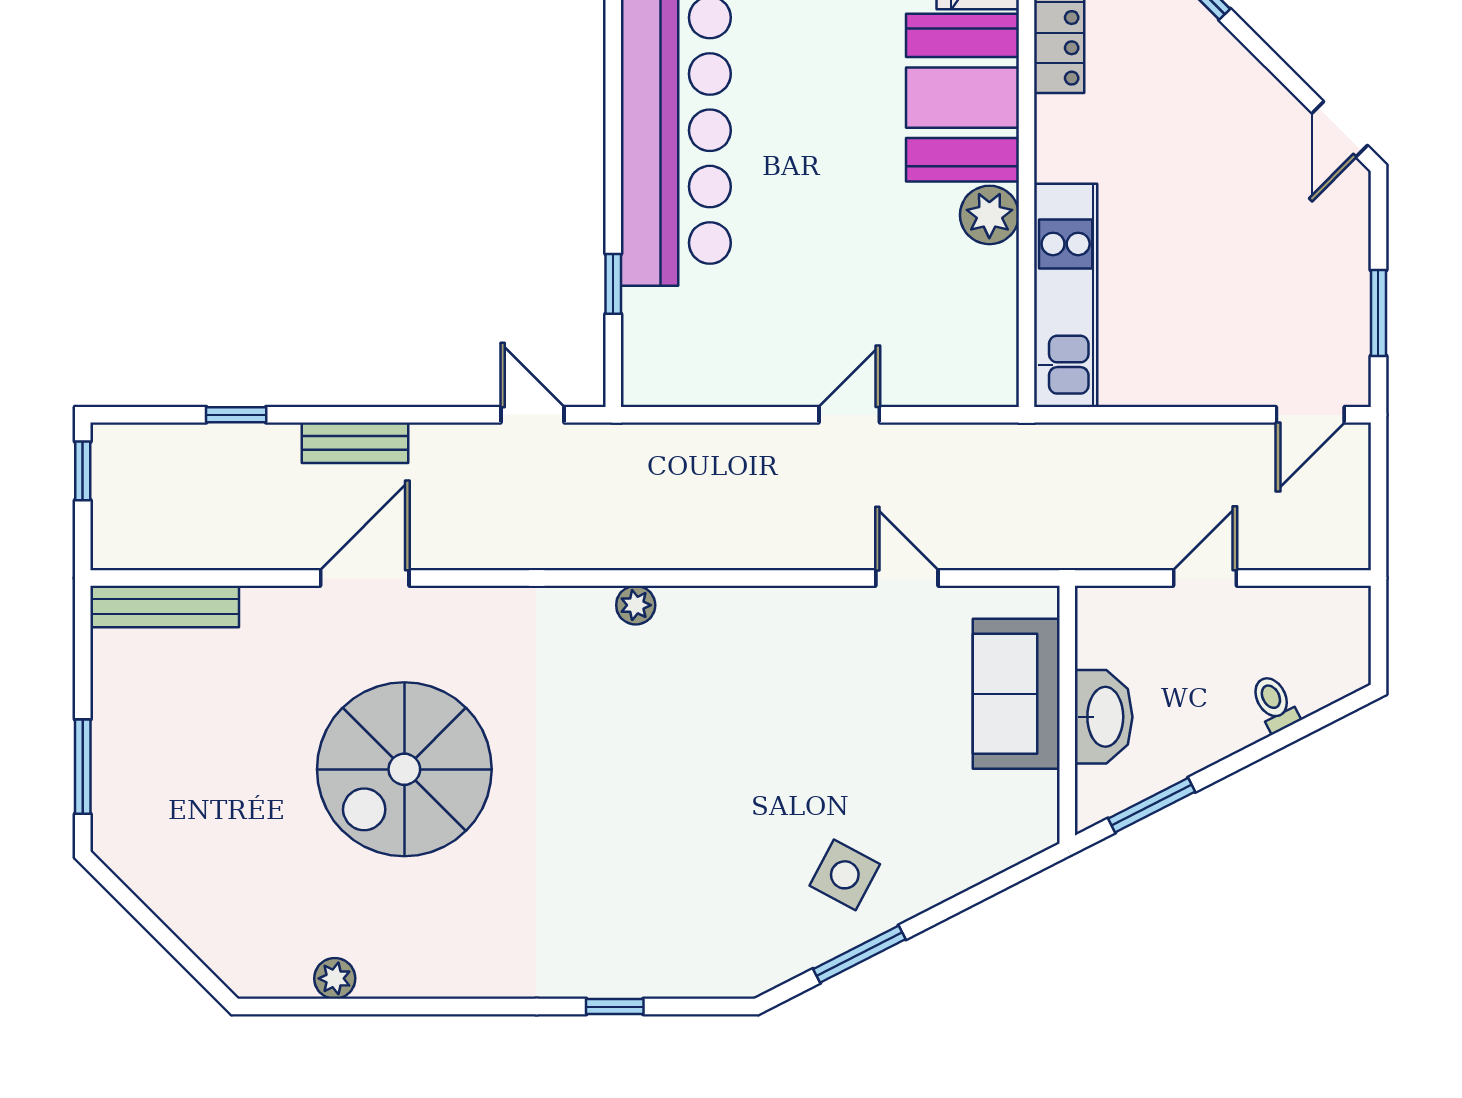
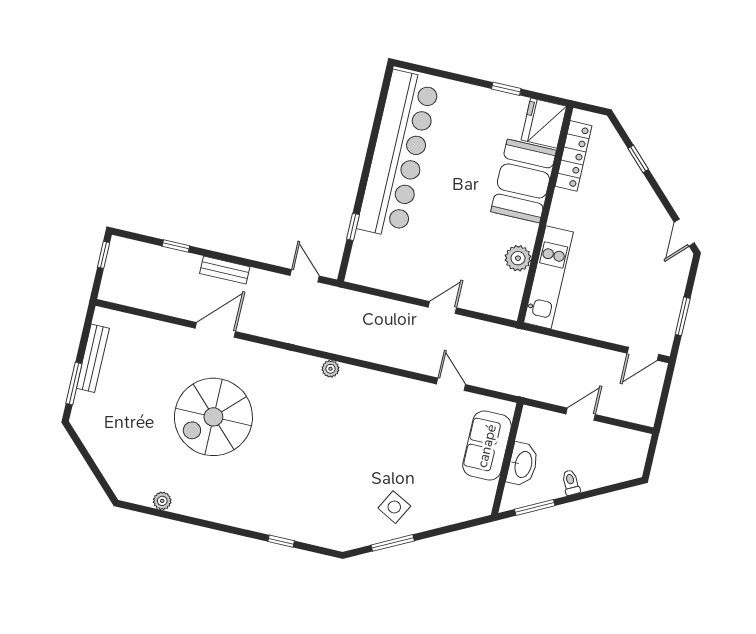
plant: (989, 215) -> (518, 258), moved
bench: (165, 606) -> (93, 358), moved, turned 90
toilet: (1274, 703) -> (571, 482), moved

